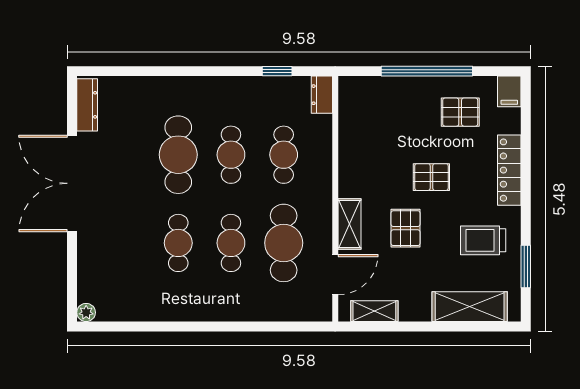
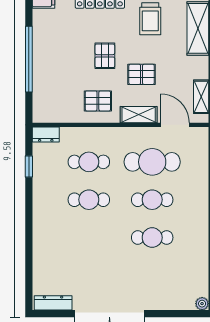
pallet: (460, 112) -> (98, 101), moved, turned 90
cafe table: (178, 155) -> (89, 238), removed

